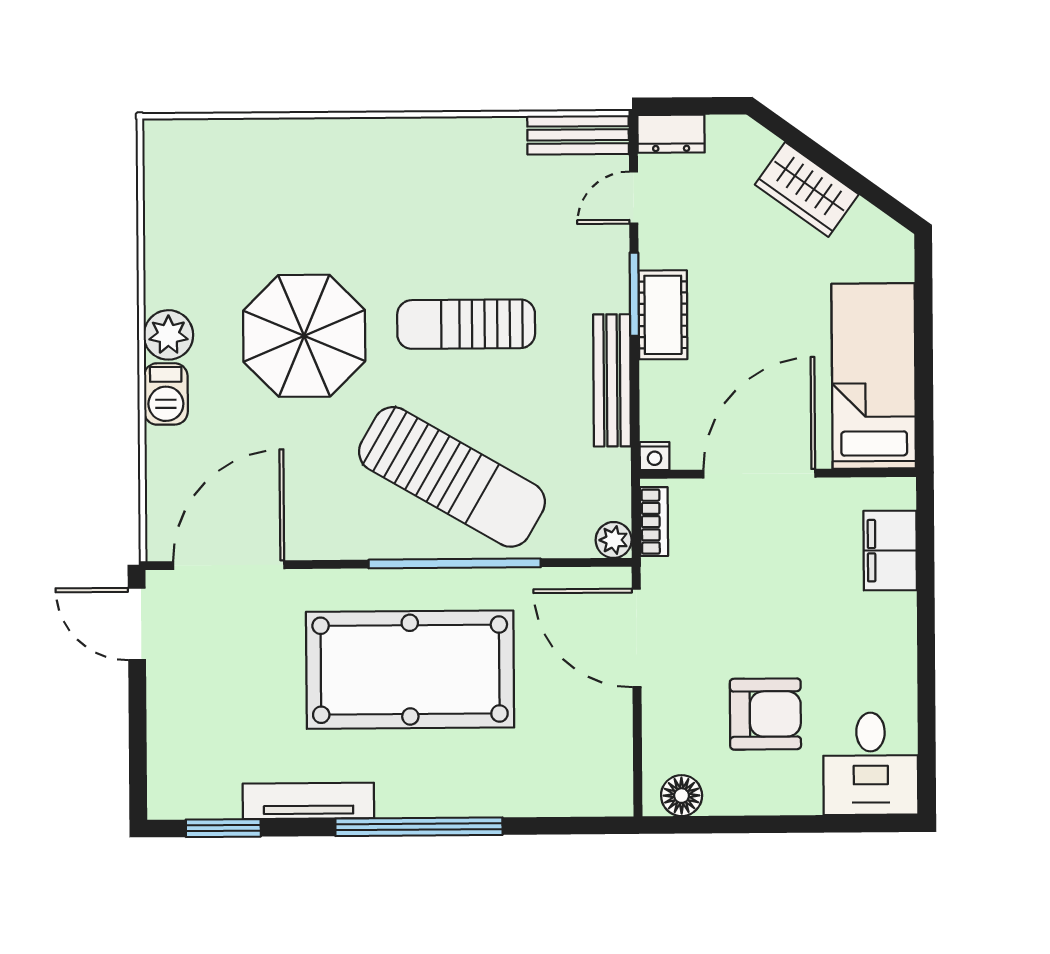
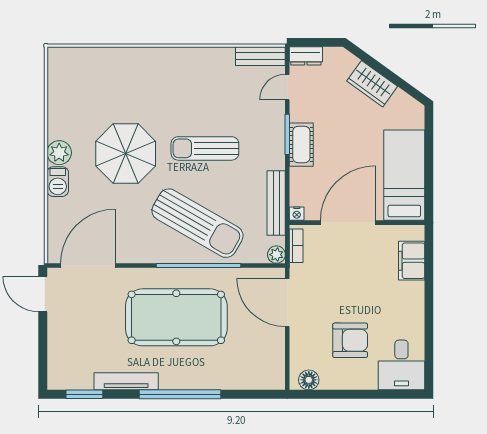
bench: (612, 380) -> (276, 203), moved

